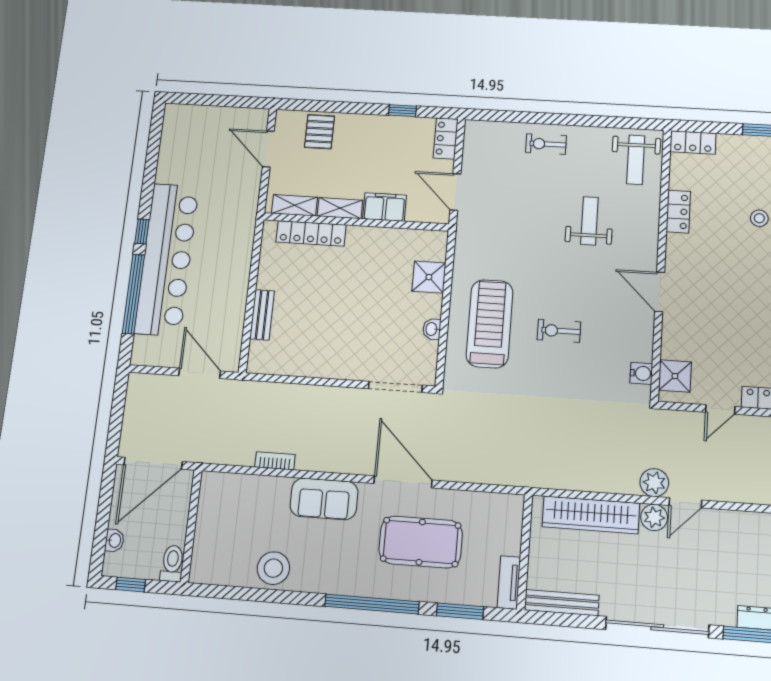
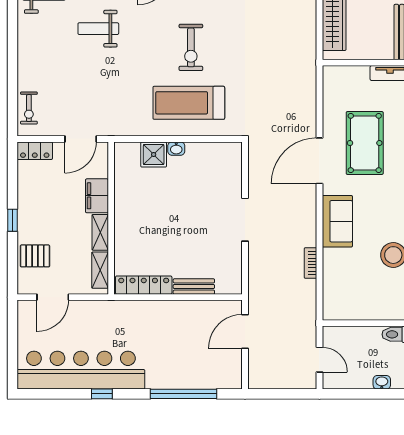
window: (402, 111) -> (12, 220), moved
exercise bike: (546, 144) -> (29, 108), moved
window: (142, 231) -> (102, 394), moved
locker: (311, 233) -> (144, 285), moved, turned -90
bar counter: (167, 259) -> (81, 370), moved
washbasin: (432, 329) -> (176, 149), moved
exercise bike: (559, 331) -> (191, 47), width x1.38, depth x1.39
doorway: (395, 387) -> (245, 220), moved
door: (153, 463) -> (319, 360), width x0.53

